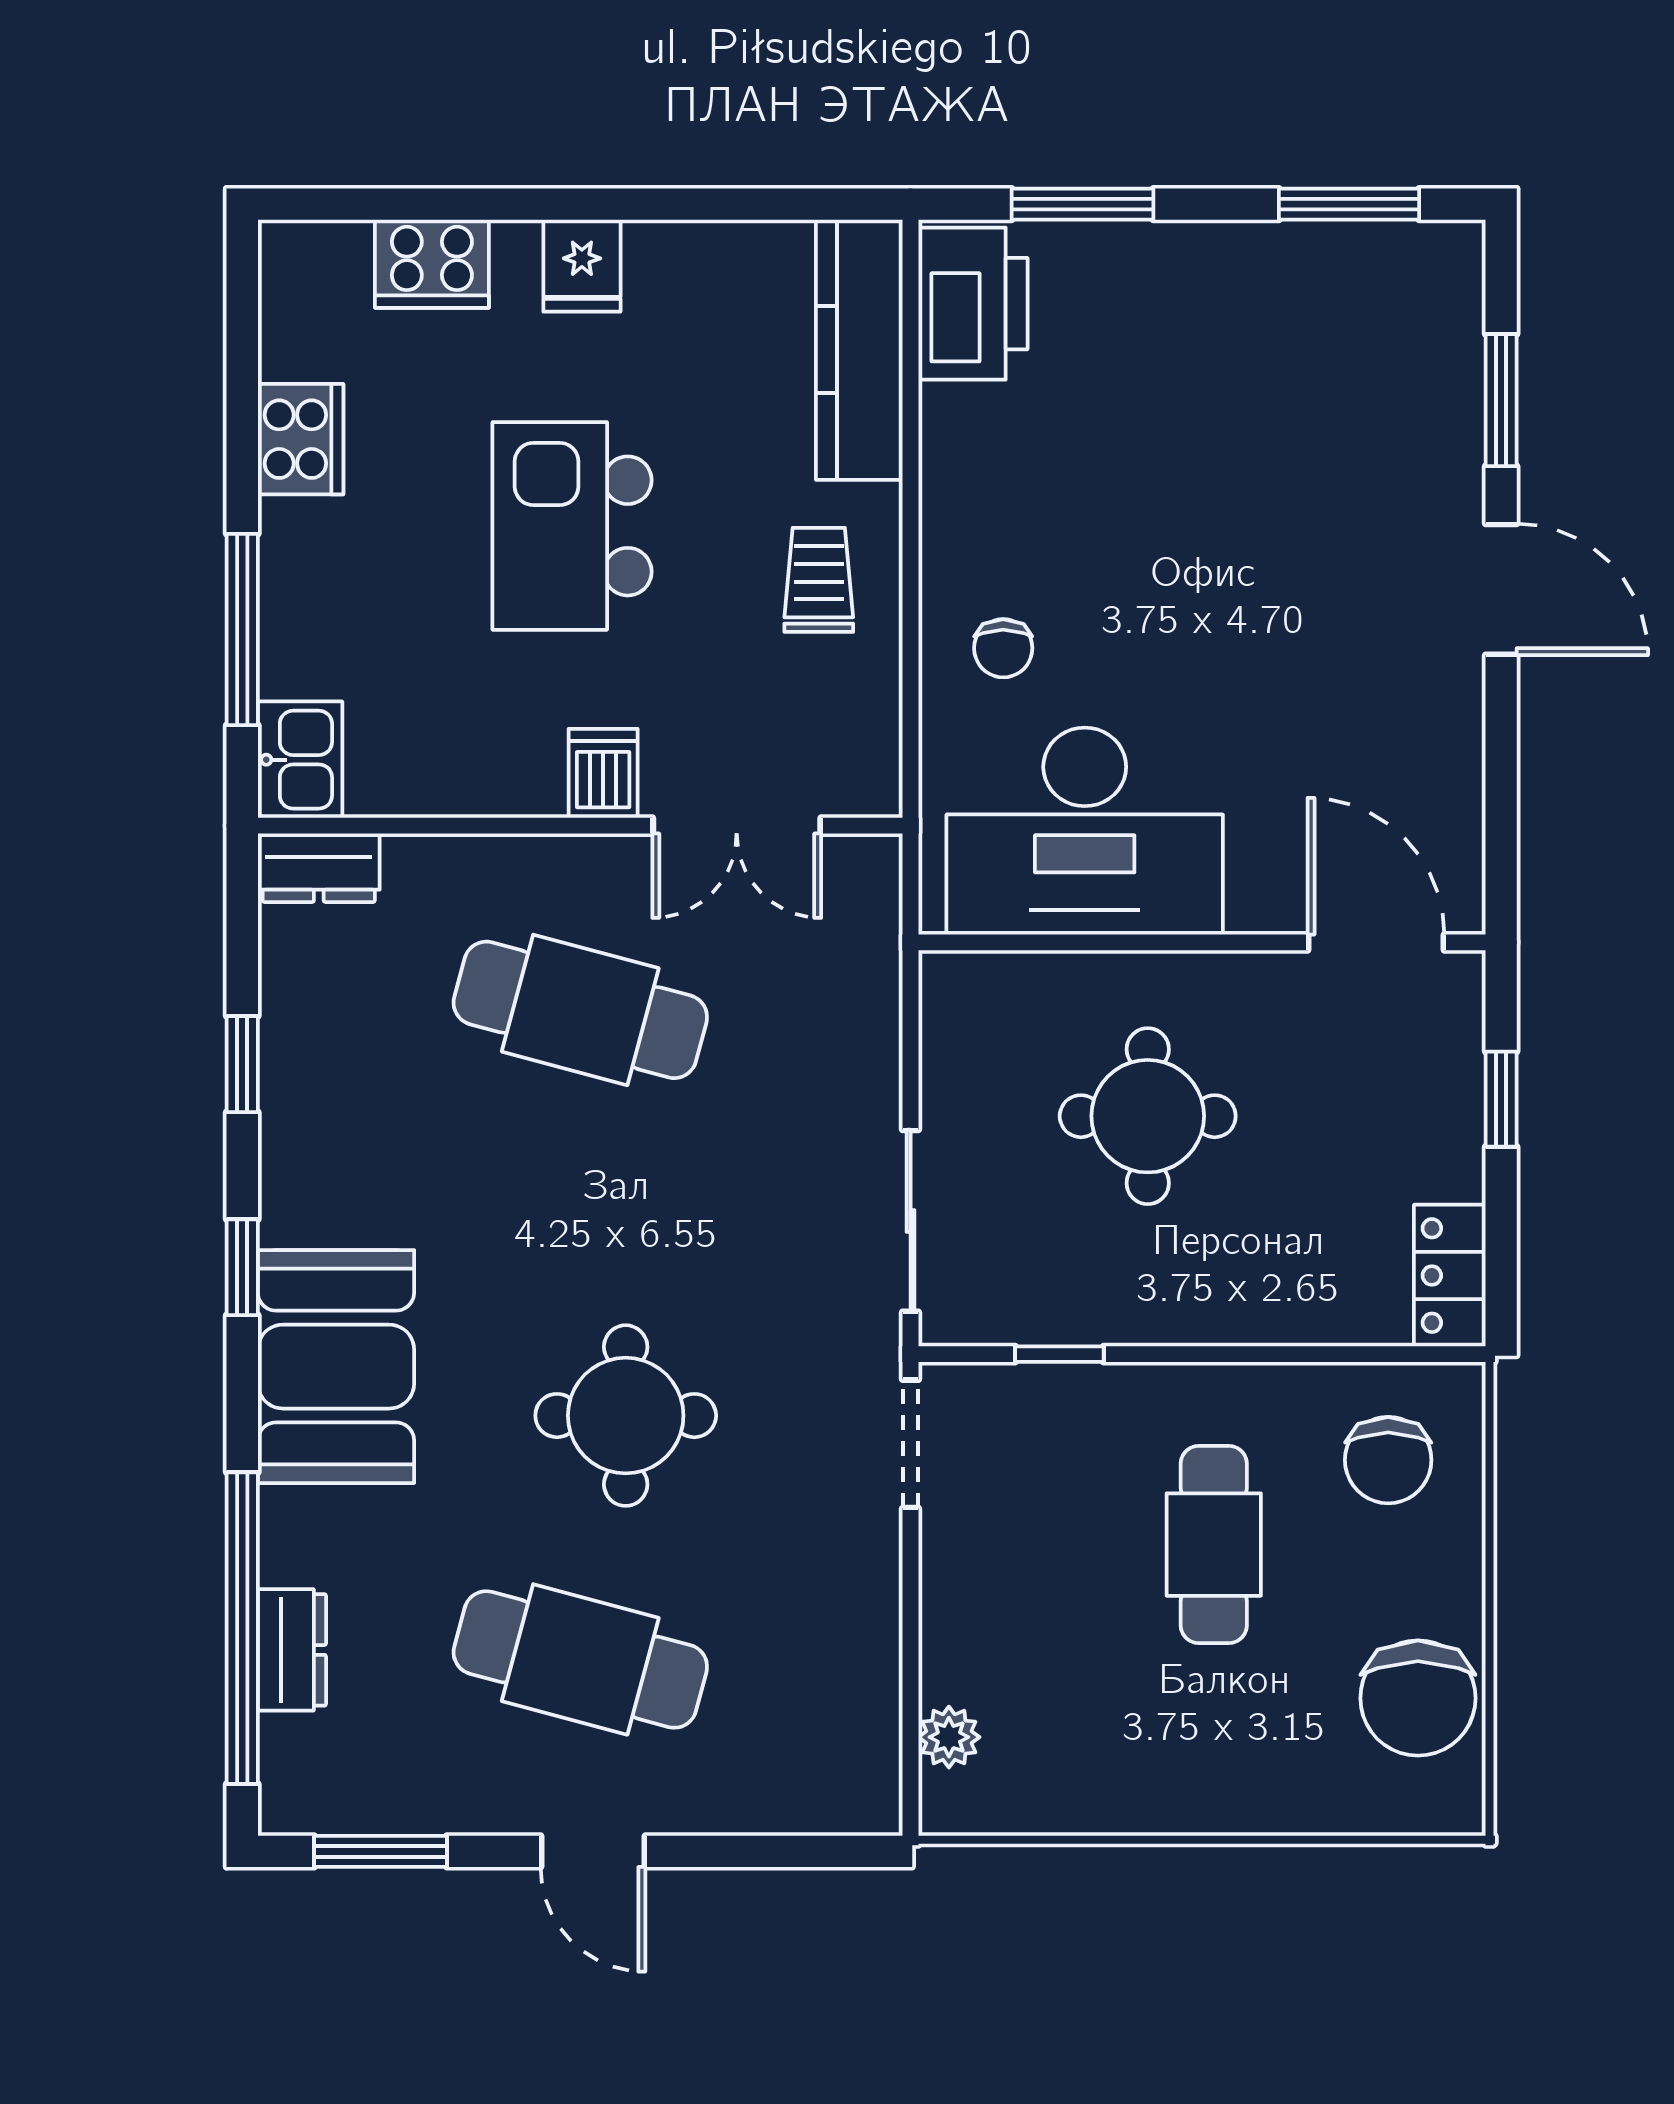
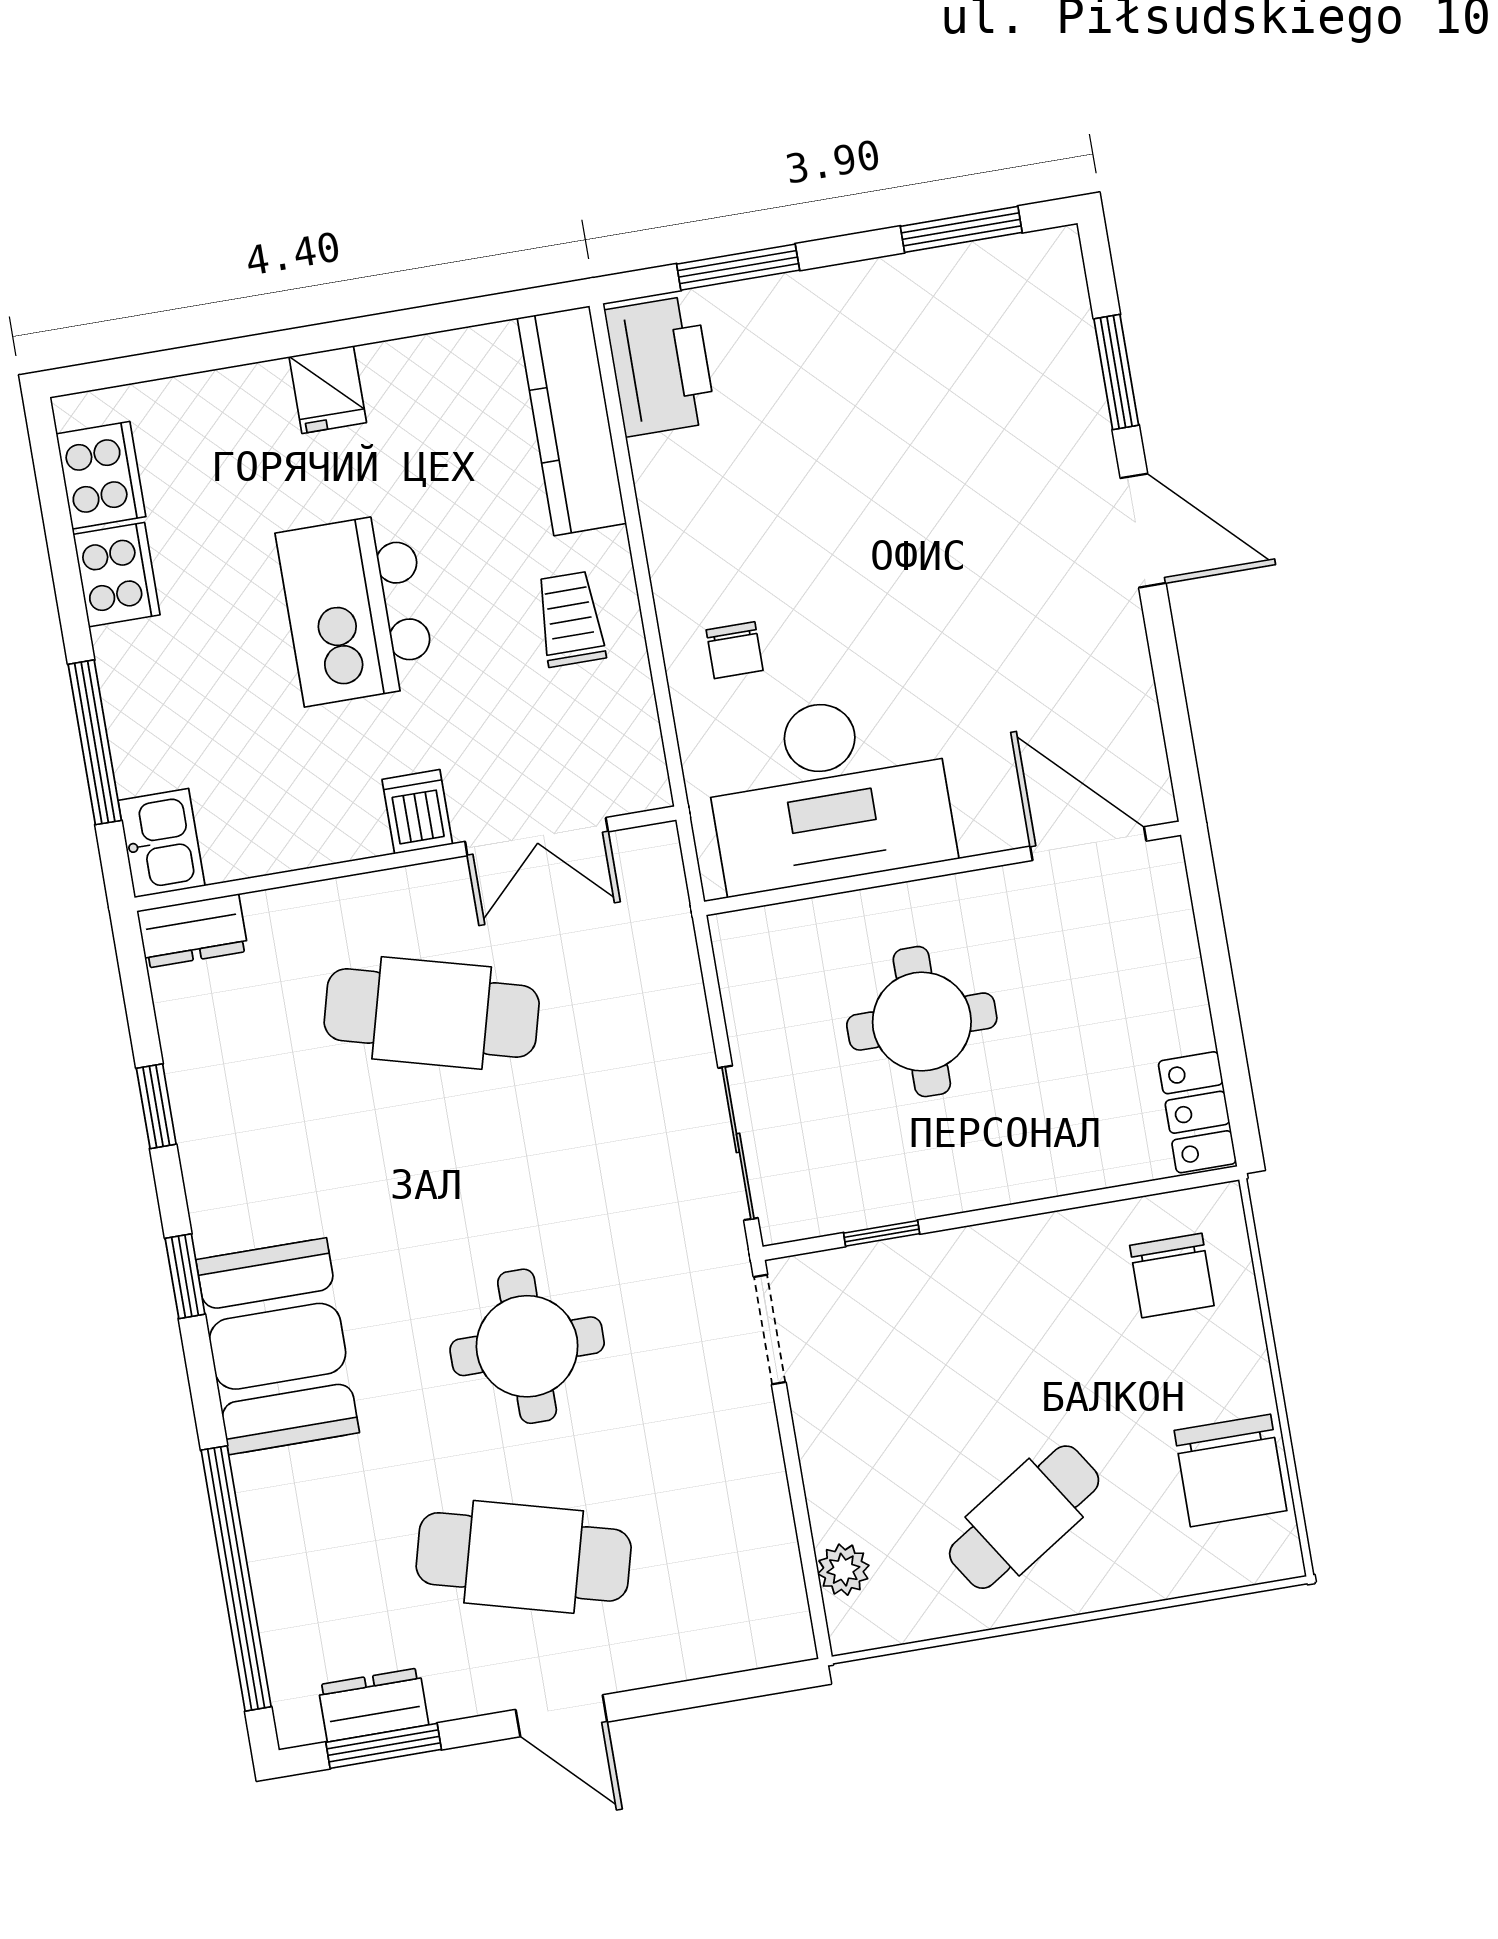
cooker: (432, 264) -> (101, 475), moved, turned -90
window: (1501, 1099) -> (1215, 957), removed
cafe table: (1214, 1545) -> (1024, 1517), moved, turned 57
dresser: (292, 1650) -> (373, 1705), moved, turned -90

